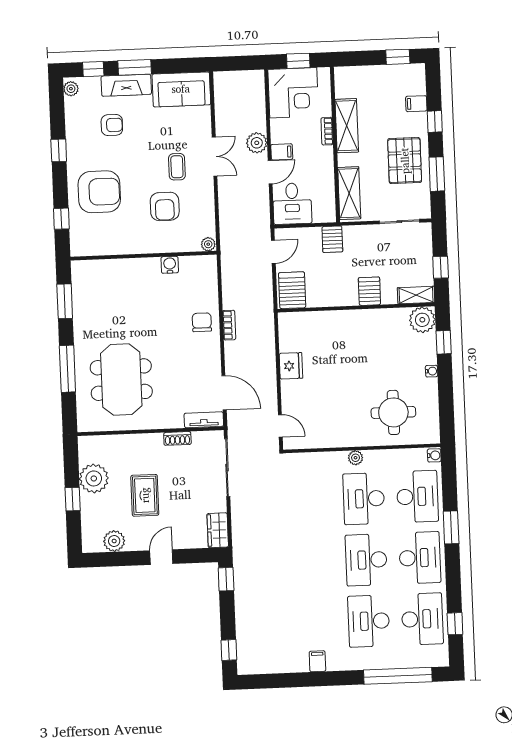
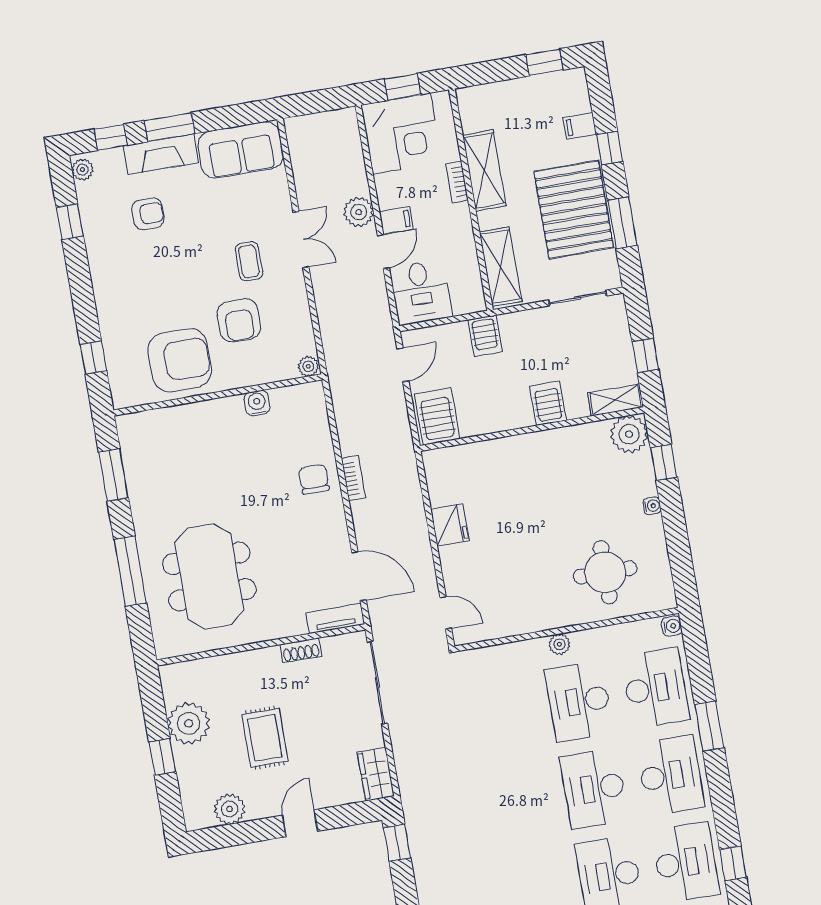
window: (59, 150) -> (70, 222), moved
pallet: (405, 161) -> (574, 210), width x1.37, depth x1.41
armchair: (99, 192) -> (180, 360), moved

